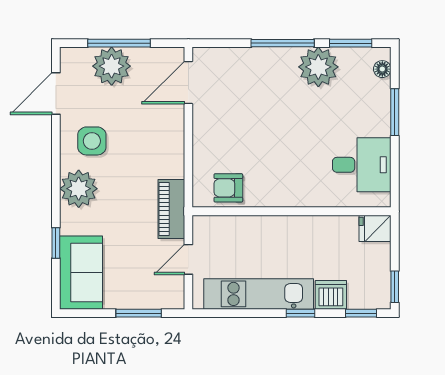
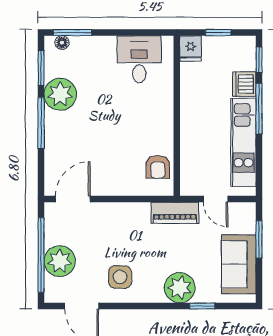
window: (119, 43) -> (41, 255), width x1.46
door: (188, 83) -> (73, 199), swing flipped
window: (395, 112) -> (73, 33), moved
plant: (79, 189) -> (180, 288), moved
sofa: (81, 273) -> (239, 264), moved, turned -90
window: (395, 287) -> (218, 33), moved
window: (300, 313) -> (259, 109), width x2.17

